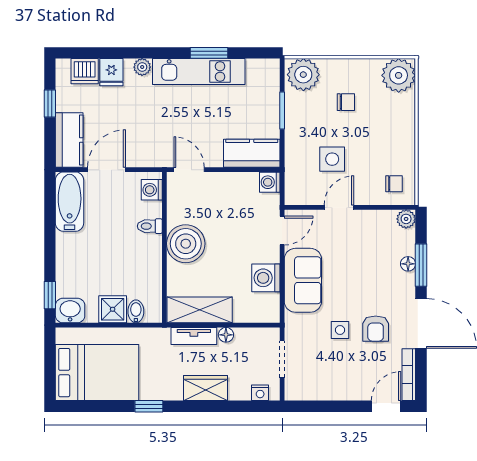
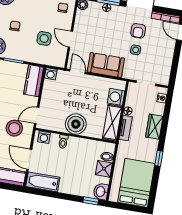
stool: (159, 133) -> (14, 128), added
washing machine: (266, 278) -> (116, 97), moved, turned 90
armchair: (376, 329) -> (138, 31), turned 90

